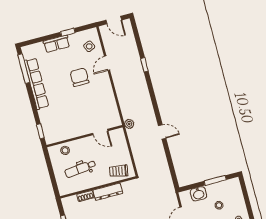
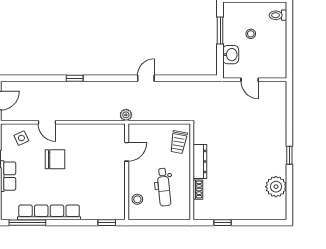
window: (144, 65) -> (75, 78), moved
chair: (79, 77) -> (55, 159), turned 180

